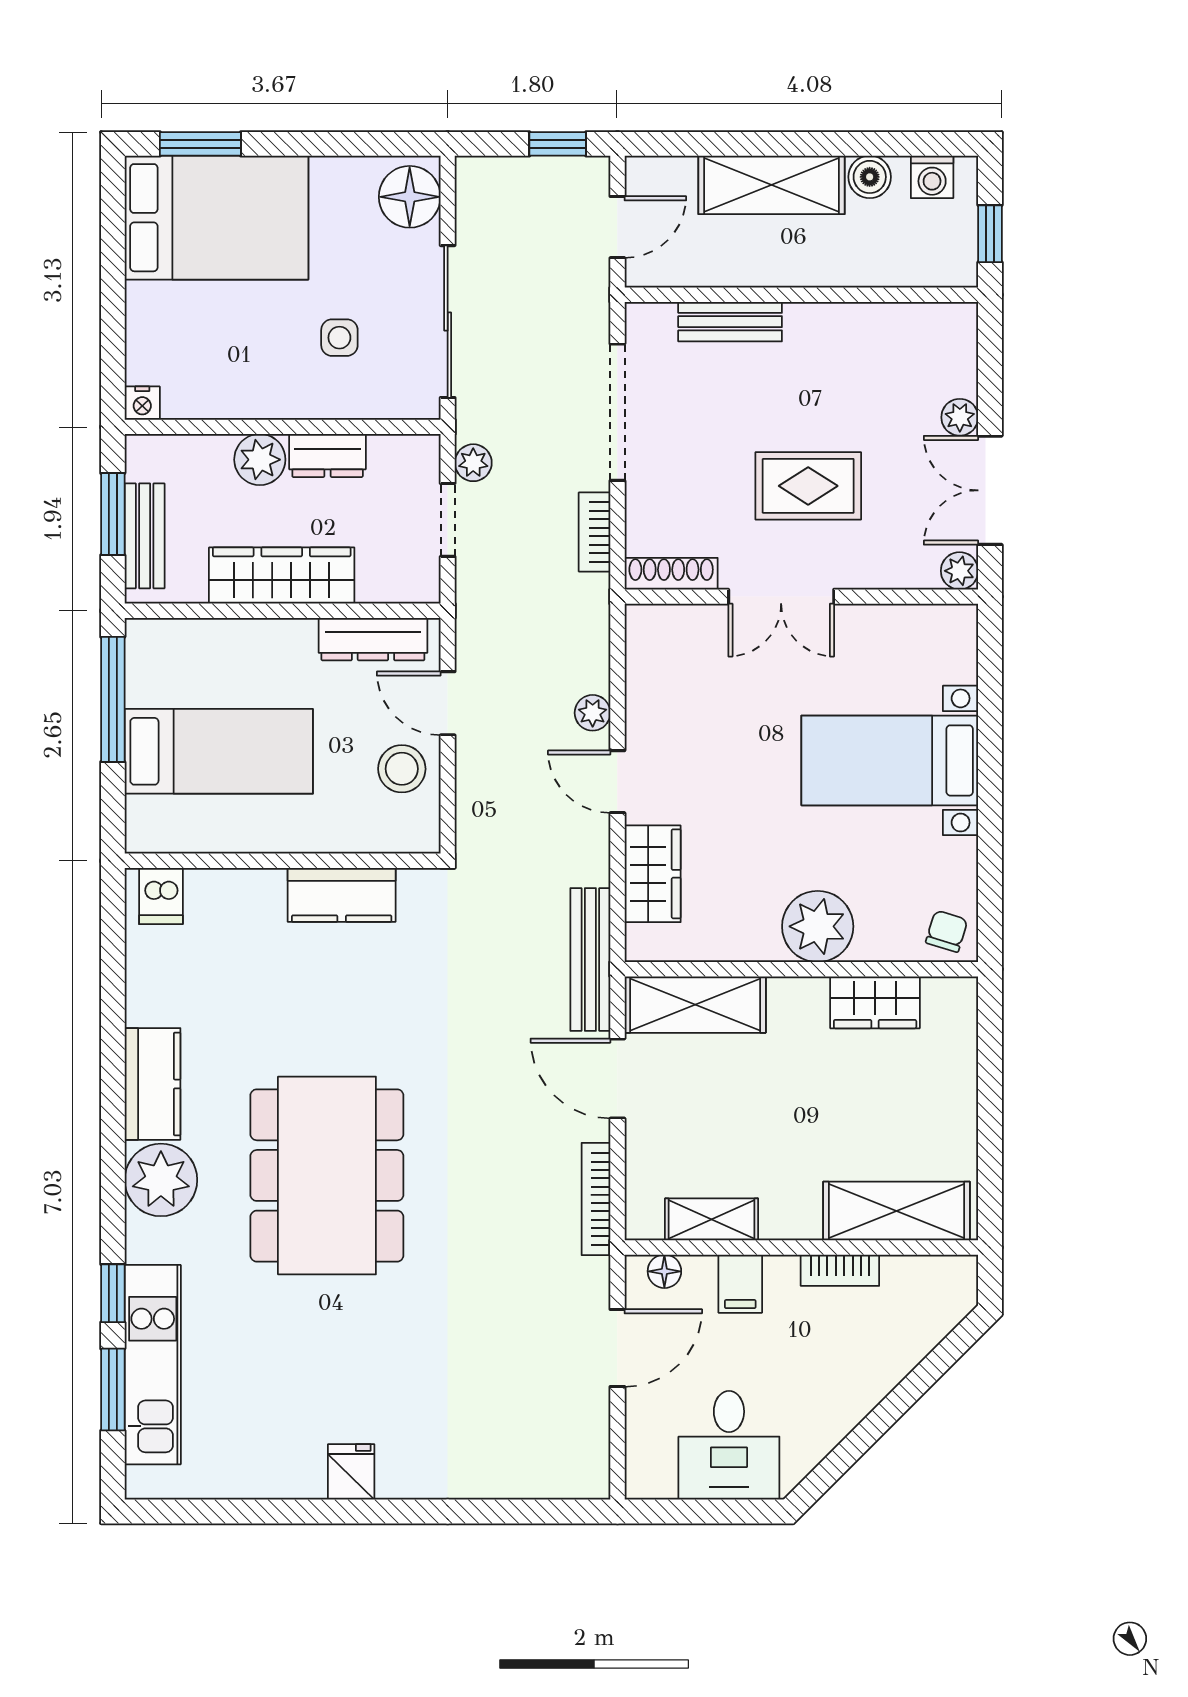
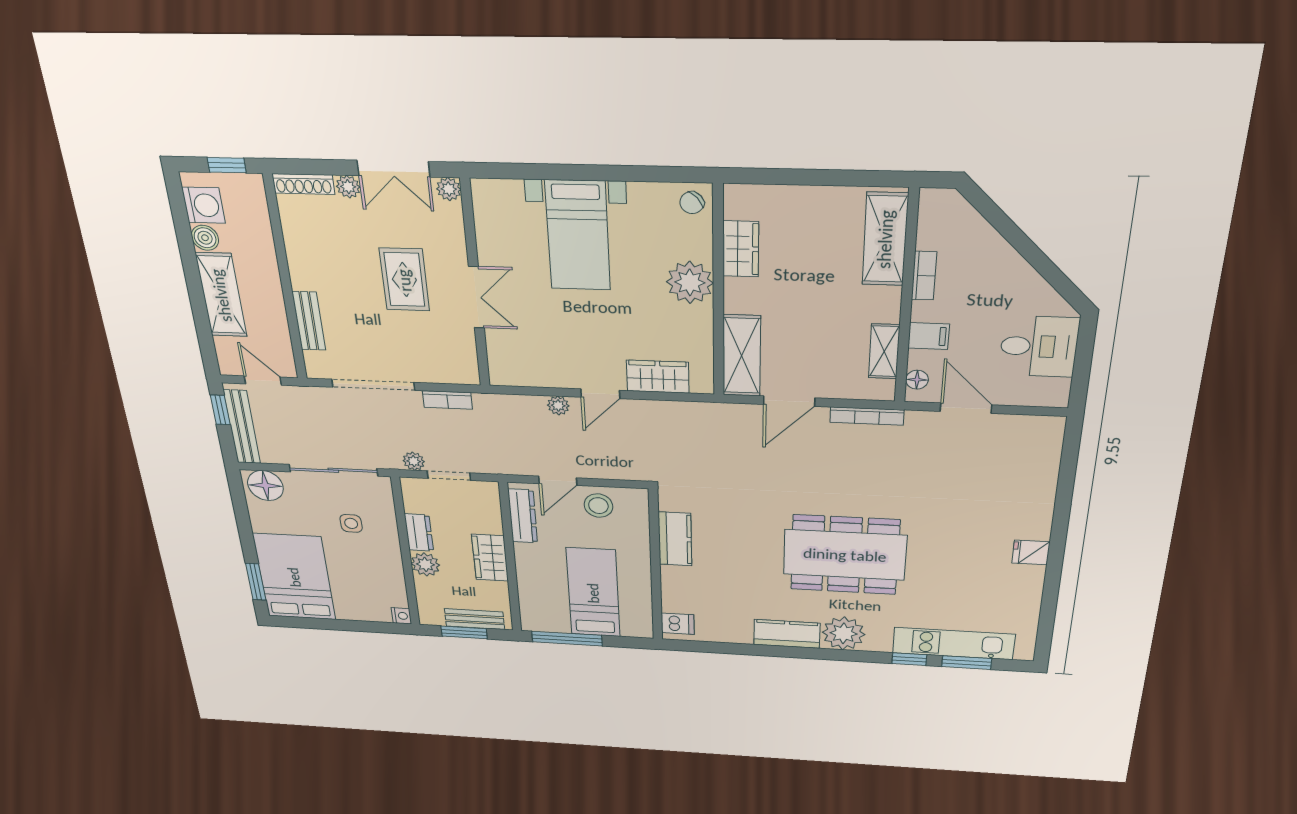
washing machine: (932, 177) -> (204, 205), width x1.38, depth x1.38
shoe rack: (671, 574) -> (303, 184), moved, turned -90
wardrobe: (282, 576) -> (490, 558), width x0.67
chair: (947, 931) -> (692, 203), turned -58
bench: (590, 959) -> (242, 427), moved, turned 90

